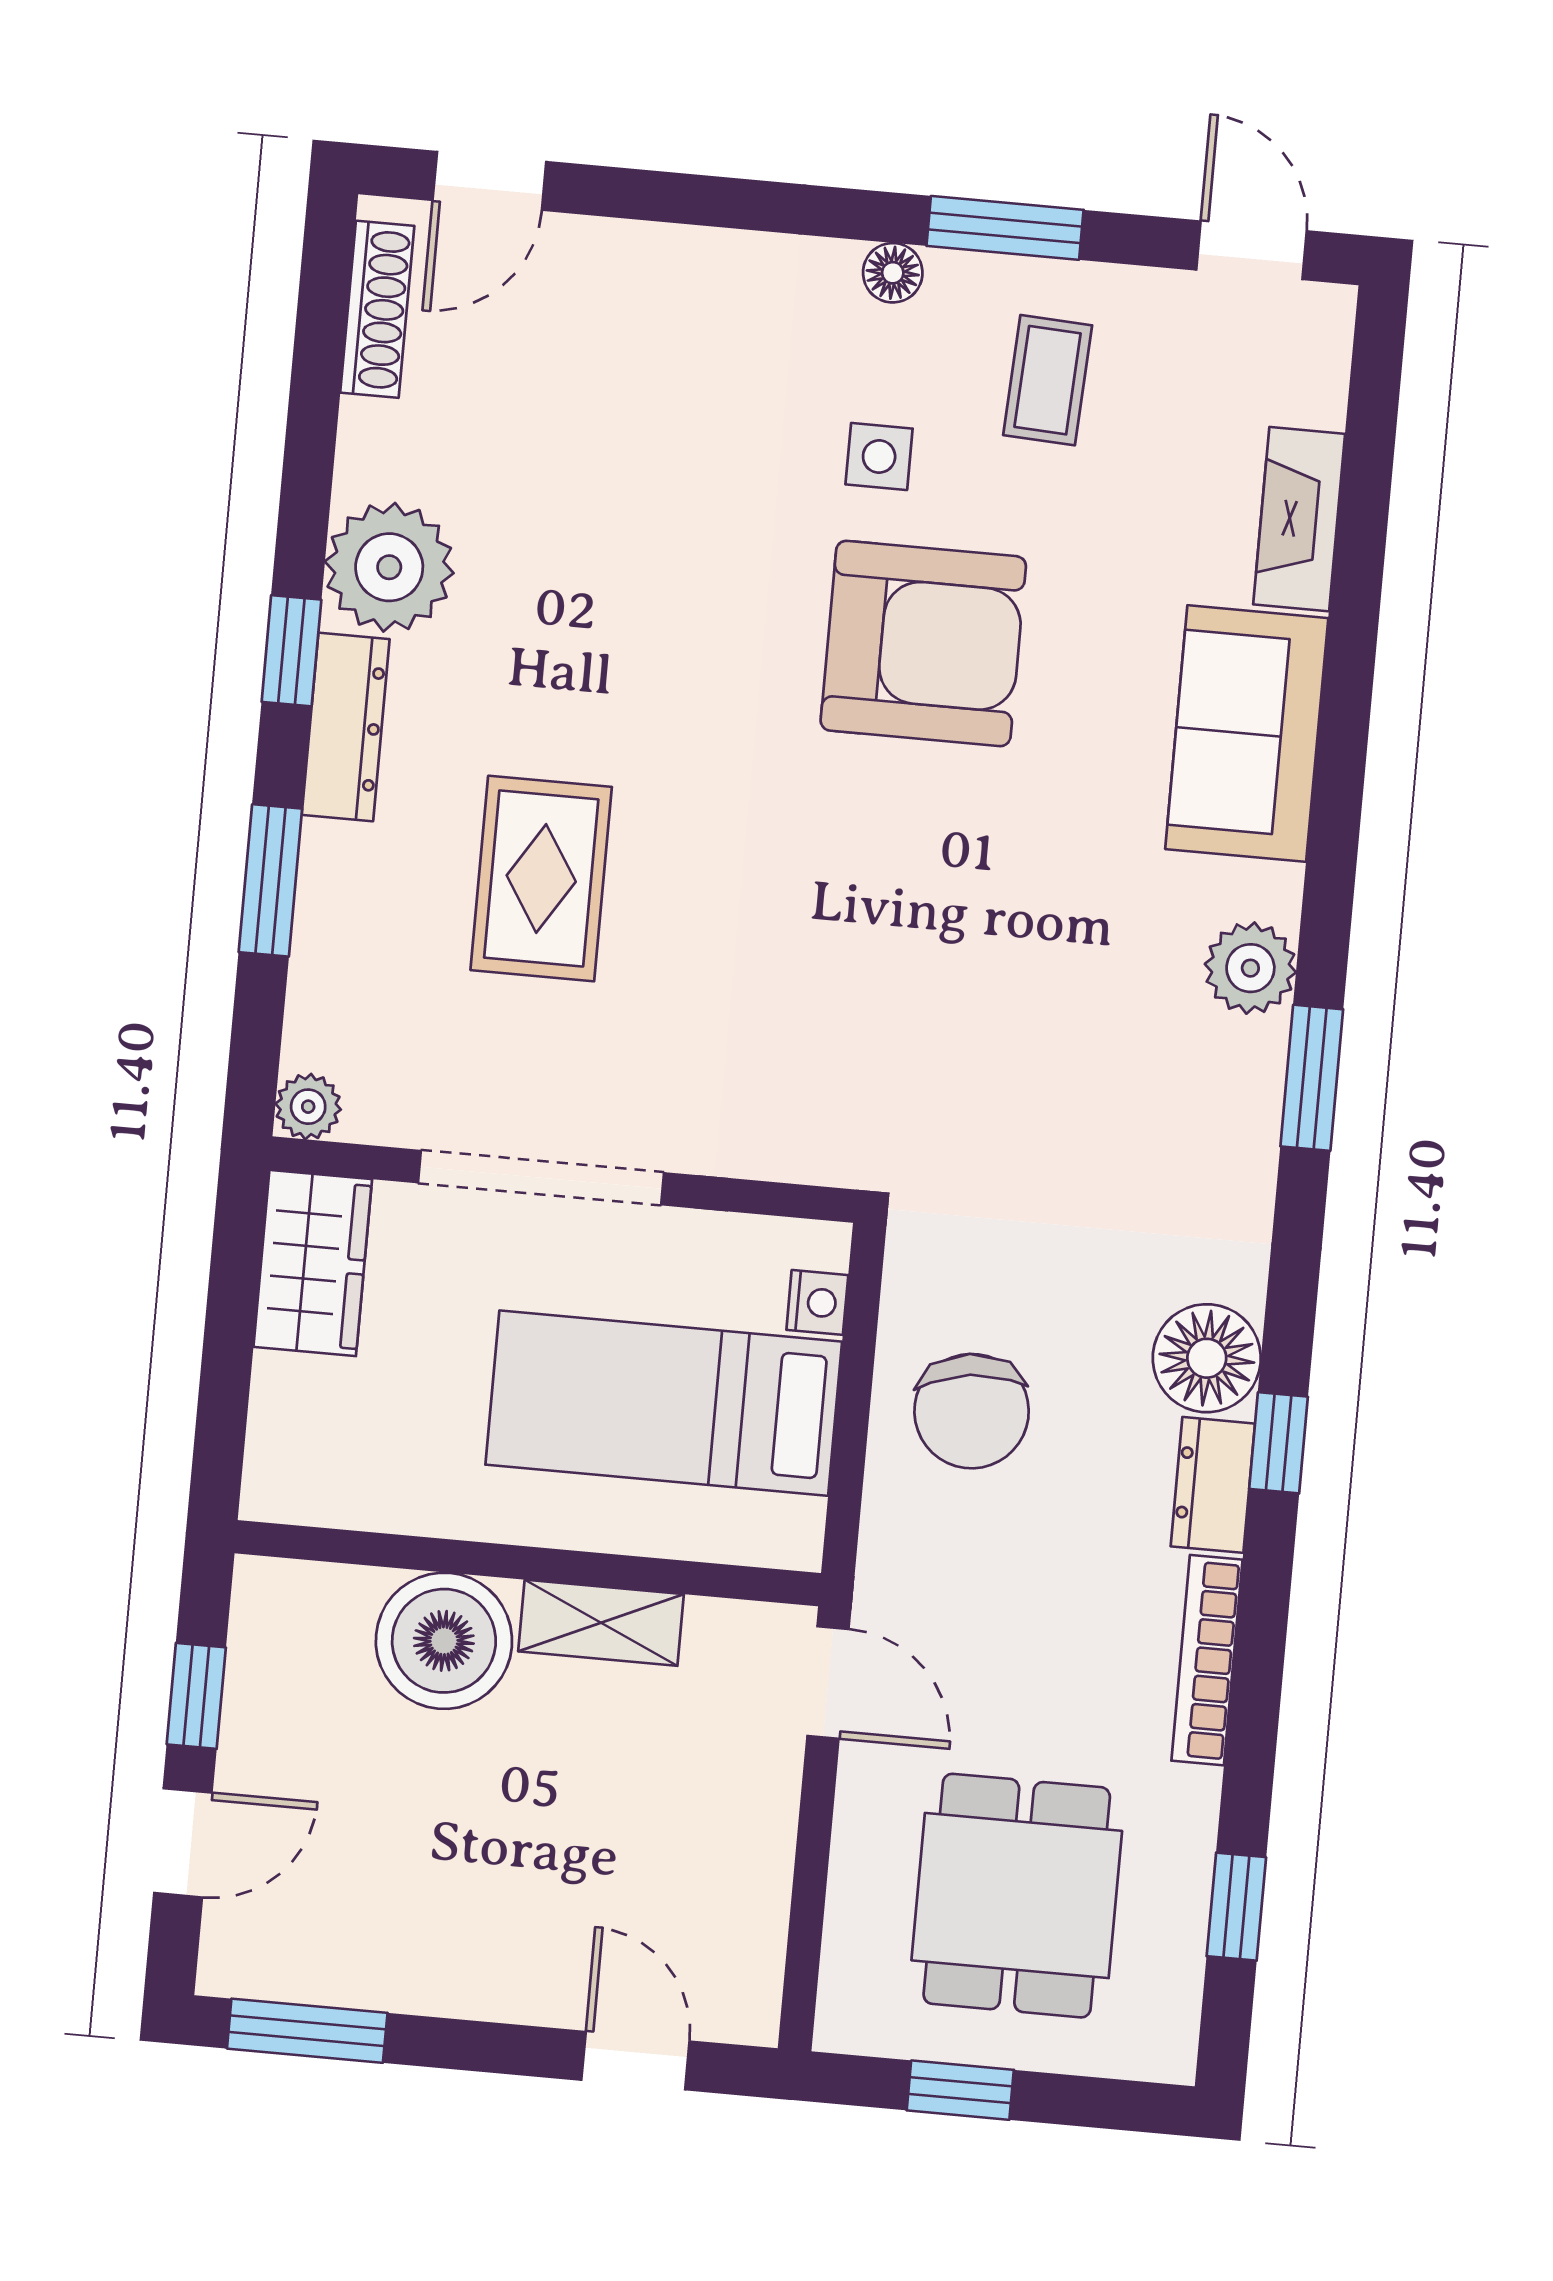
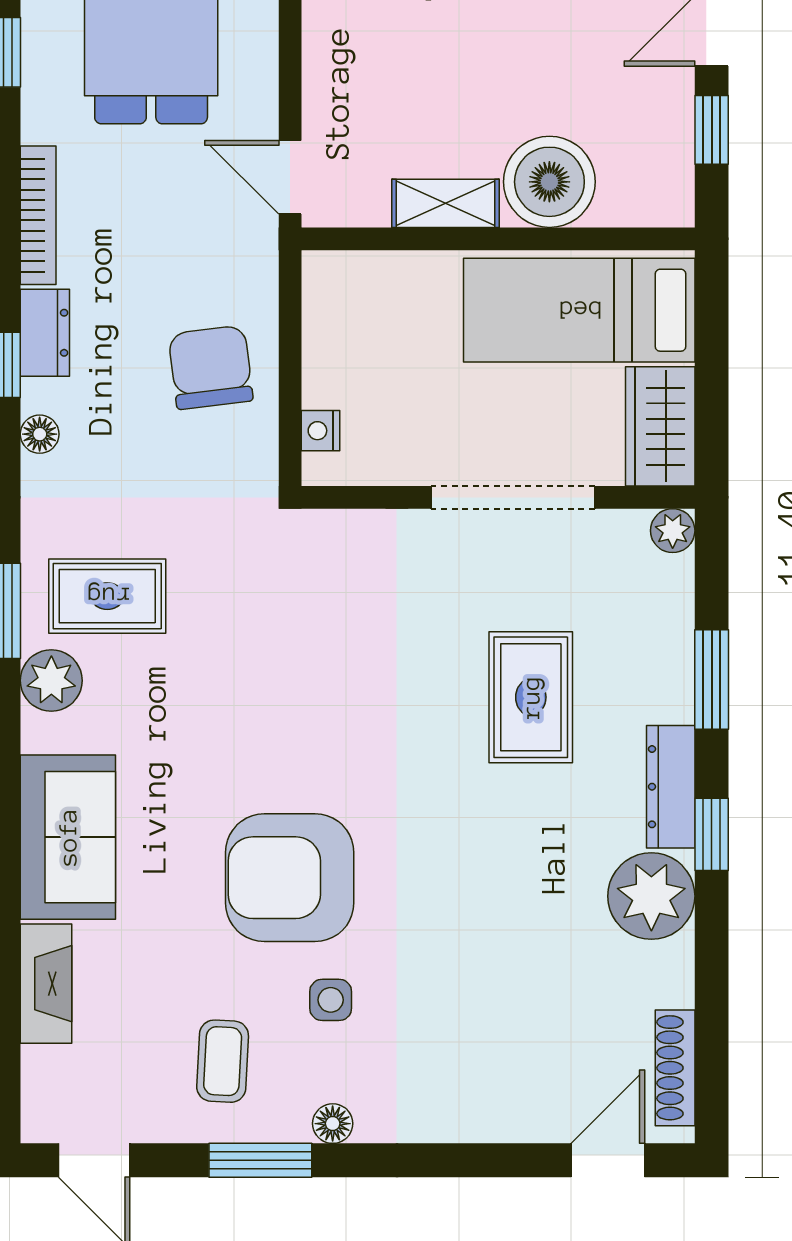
rug: (1156, 1086) -> (107, 596), added
floor lamp: (1207, 1358) -> (40, 434), width x0.53, depth x0.53
bed: (664, 1403) -> (579, 310), moved, turned 180

